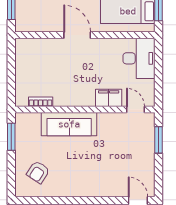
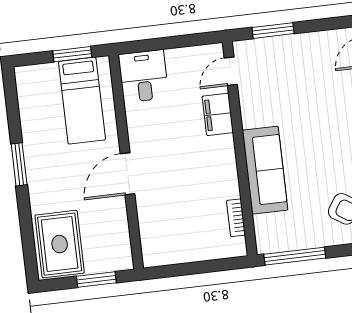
desk: (139, 58) -> (143, 76), width x0.73
window: (11, 137) -> (295, 256), width x1.44

